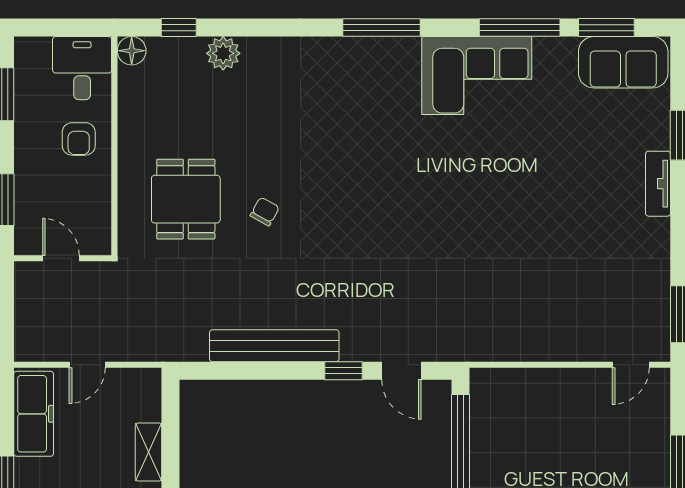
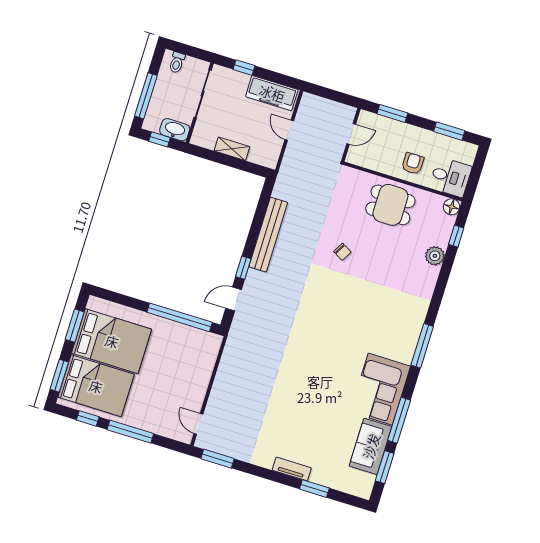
sofa: (623, 62) -> (371, 446), moved
armchair: (79, 139) -> (413, 163), turned 90
dining table: (186, 199) -> (390, 205), moved

